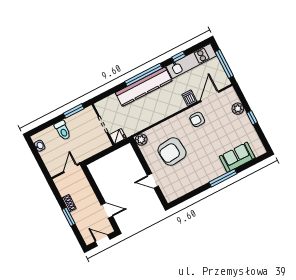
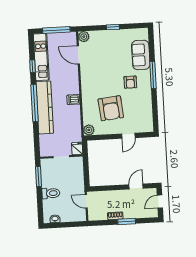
dishwasher: (189, 98) -> (73, 100), moved
plant: (238, 109) -> (84, 37), moved
armchair: (197, 119) -> (130, 82), moved

